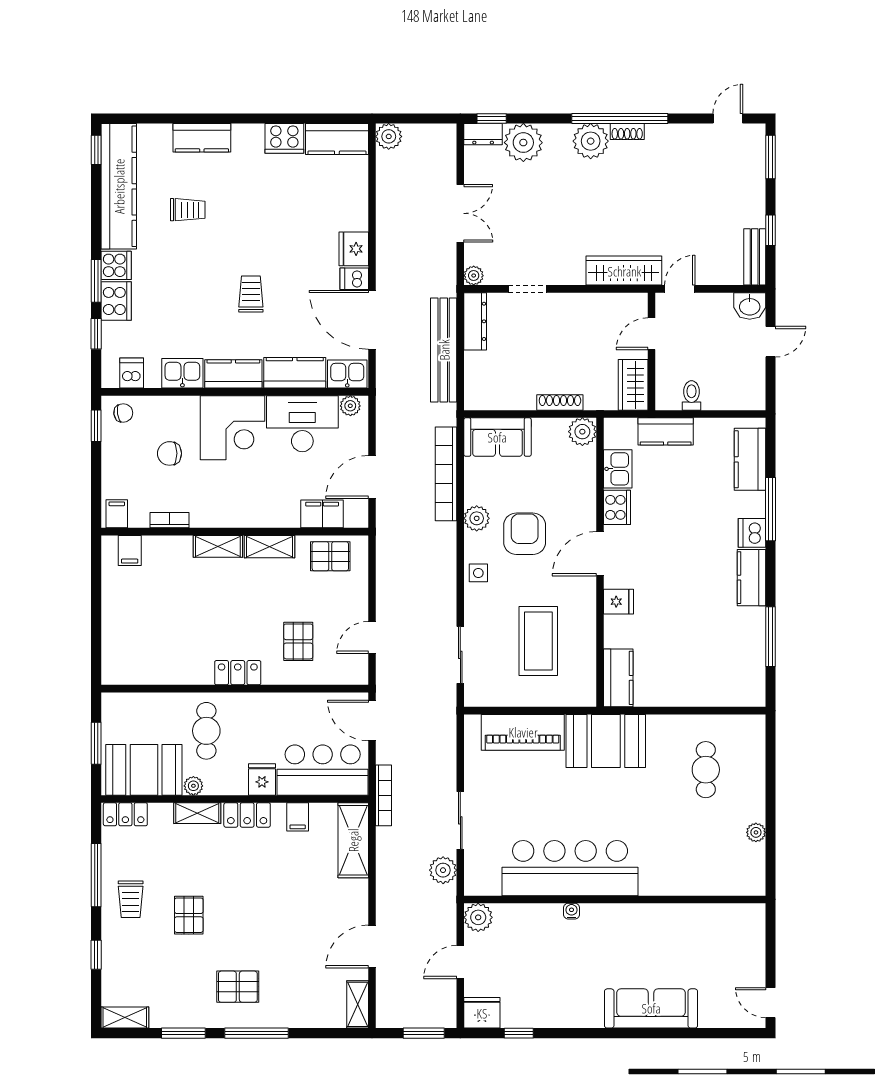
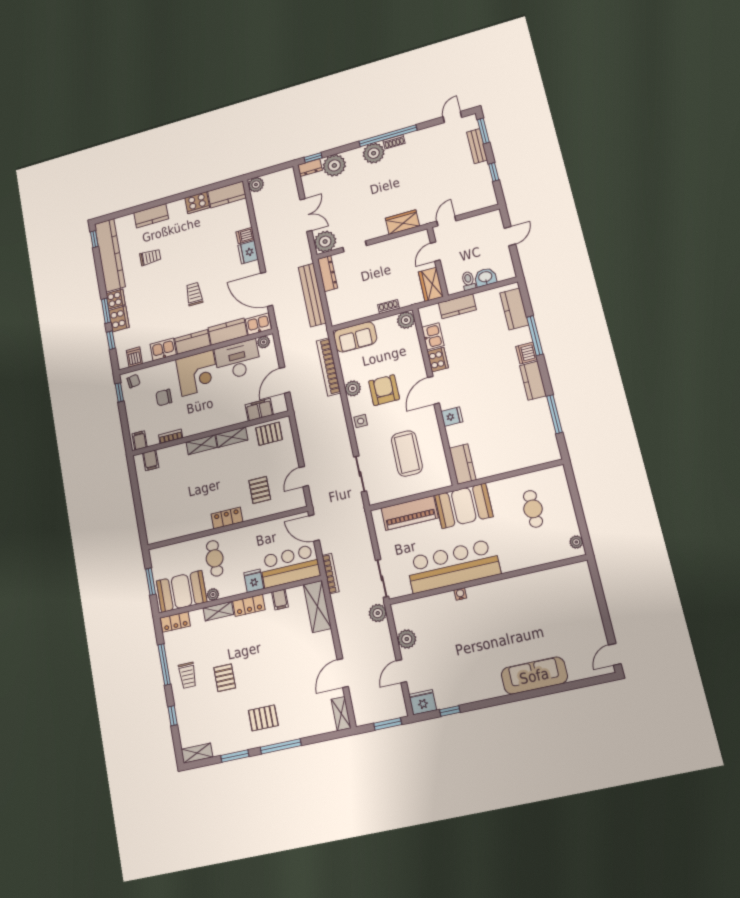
bench: (755, 257) -> (477, 146), moved
wardrobe: (624, 271) -> (402, 222), width x0.67
plant: (474, 276) -> (325, 242), width x1.88, depth x1.88
dishwasher: (354, 279) -> (245, 236), moved
washbasin: (750, 306) -> (485, 277), moved, turned 180
shoe rack: (560, 402) -> (389, 307), width x0.70
bar counter: (570, 868) -> (453, 566), moved
wall: (615, 899) -> (487, 580), moved
water cooler: (572, 911) -> (460, 594), moved
door: (770, 1003) -> (615, 654), hinge flipped

